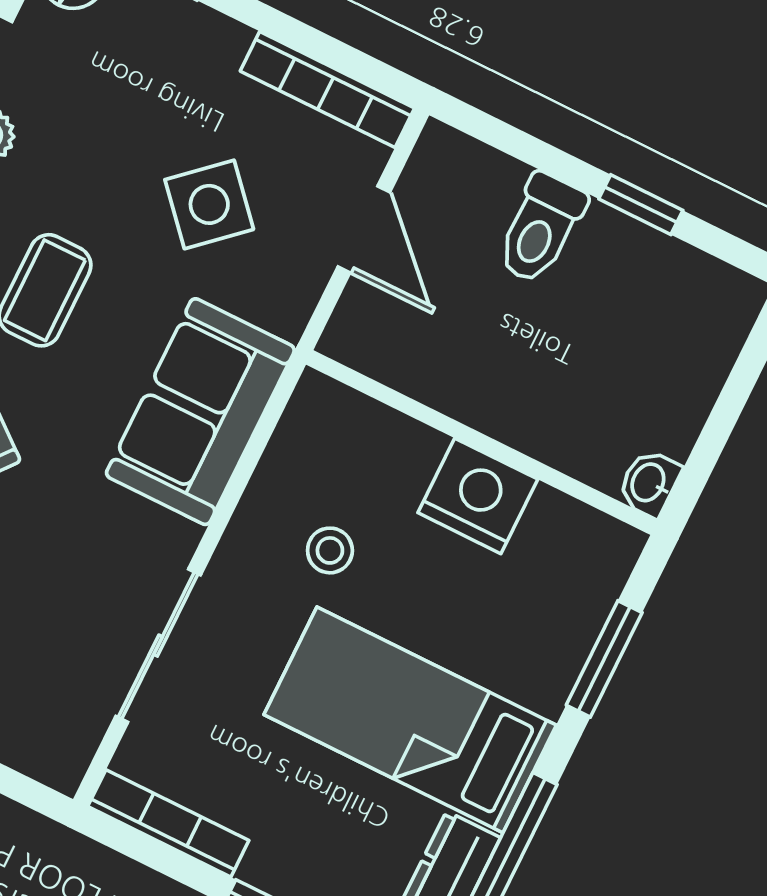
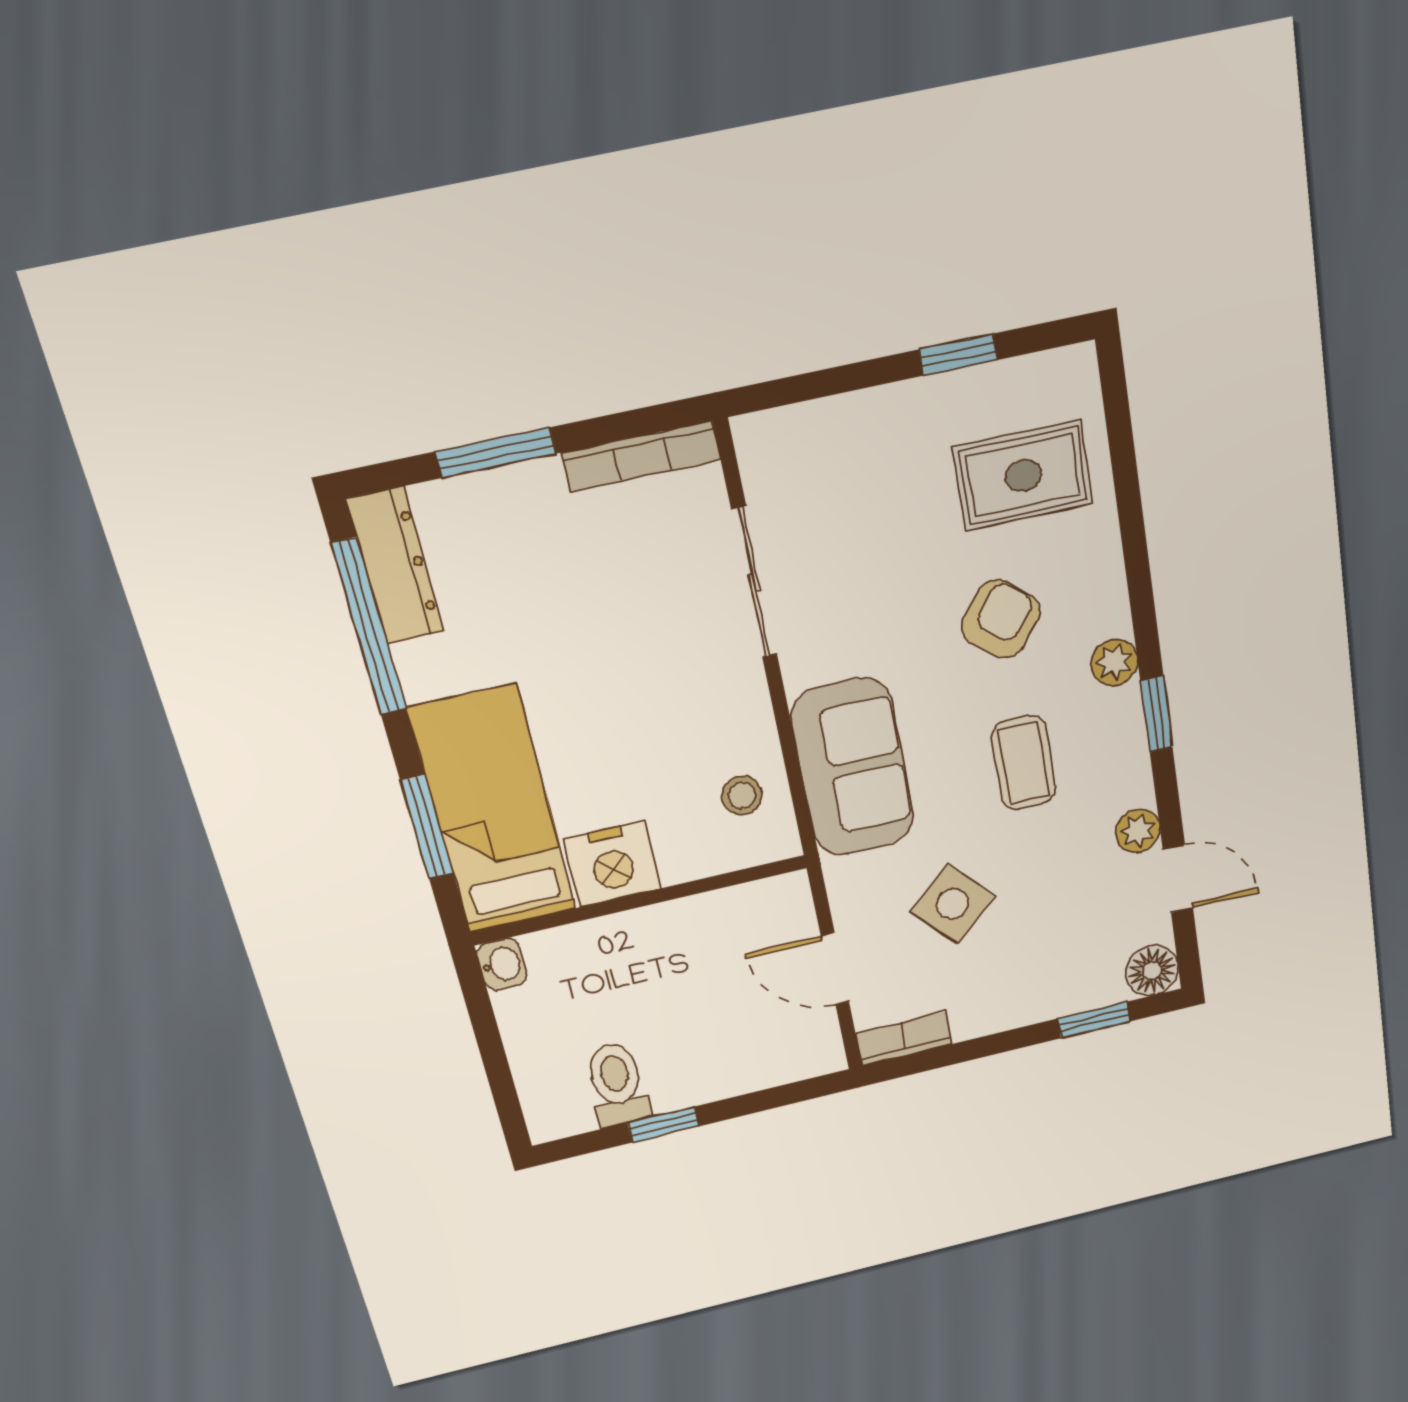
bookcase: (327, 90) -> (904, 1039), width x0.64
toilet: (541, 228) -> (617, 1084), moved
stool: (330, 550) -> (742, 796), moved
bed: (410, 720) -> (493, 810), moved, turned -90

